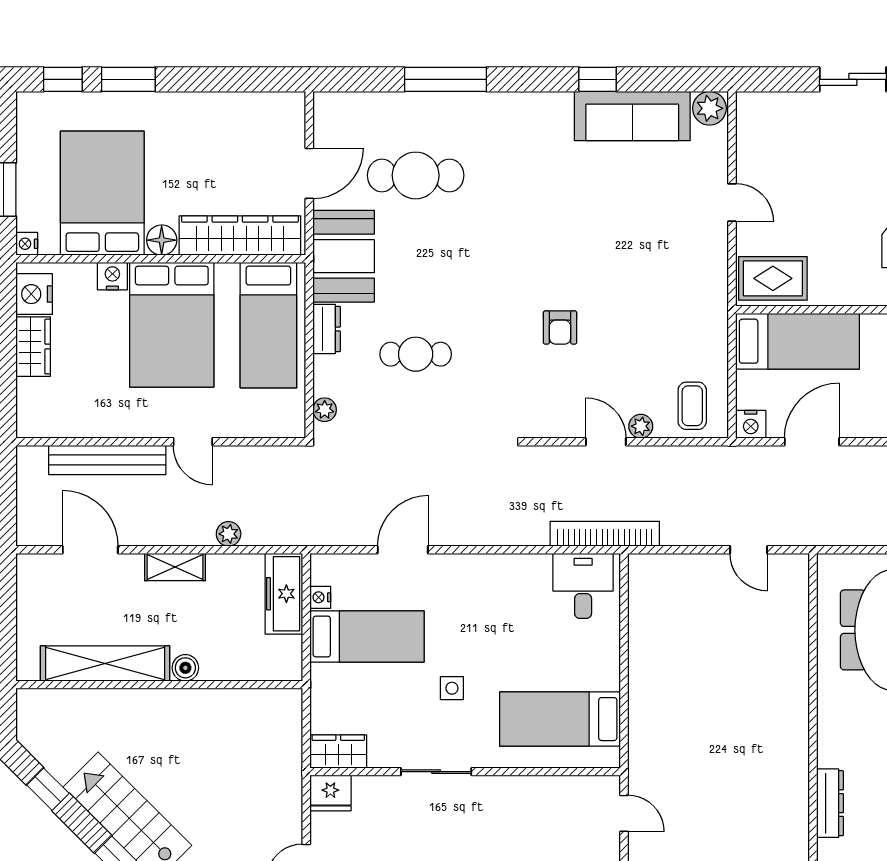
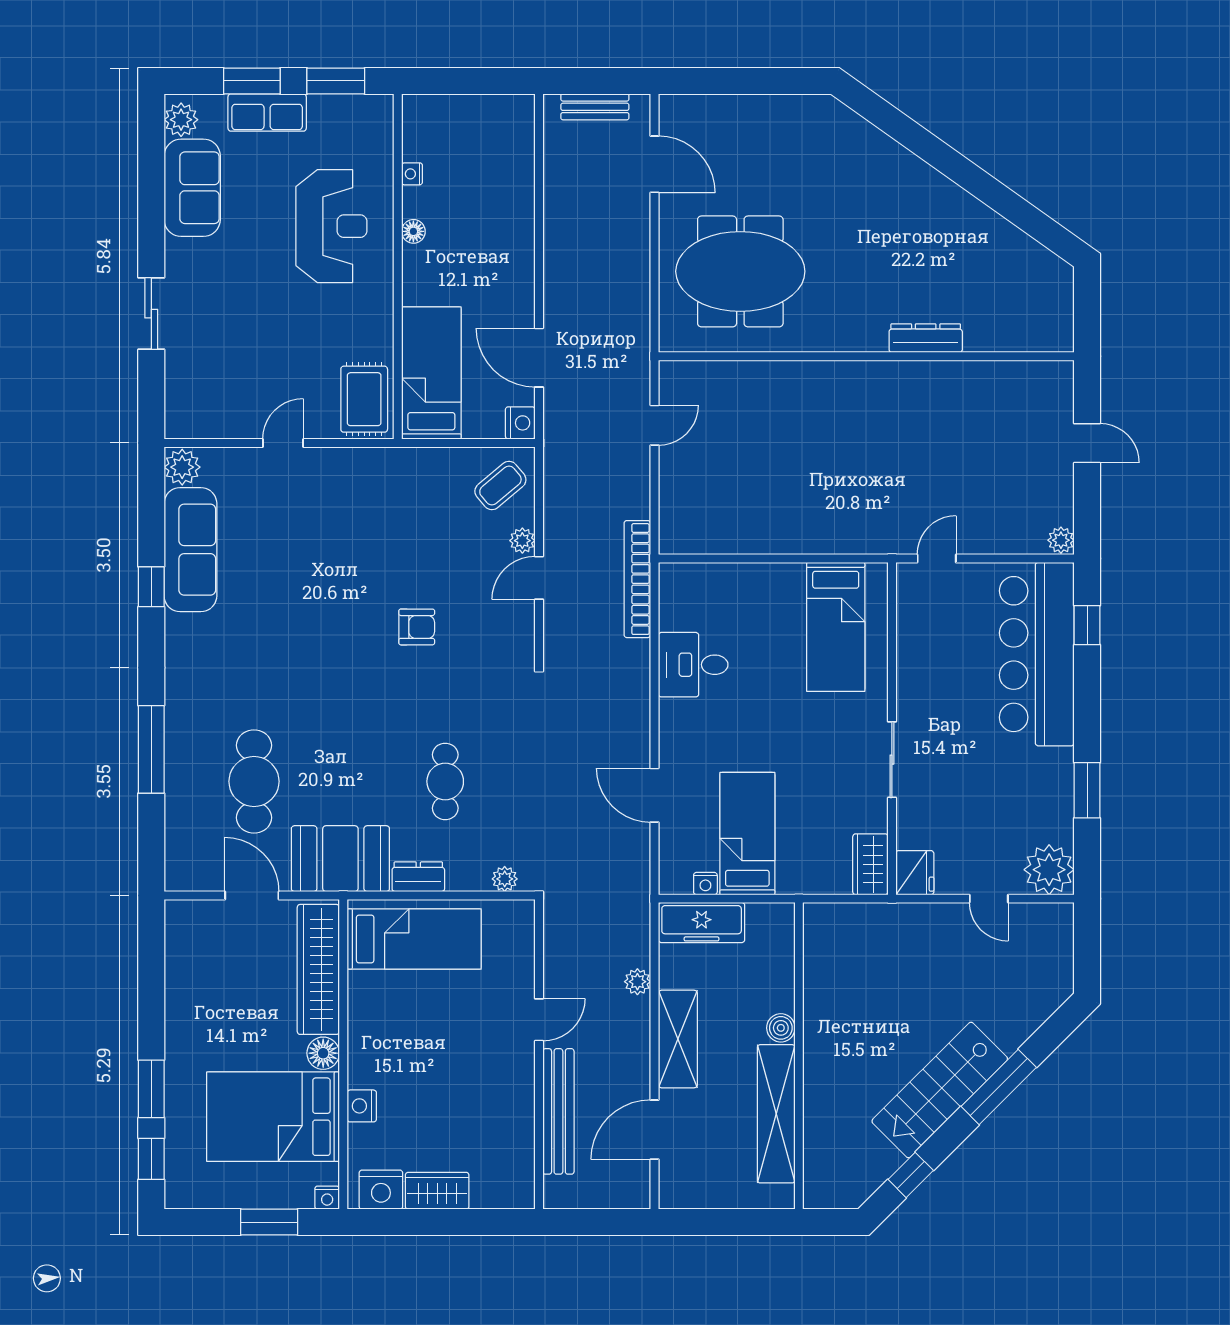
bed: (172, 325) -> (414, 1042), removed
coffee table: (692, 406) -> (500, 486), turned -40
shelving: (175, 567) -> (678, 1039), width x1.50, depth x1.33
desk: (583, 586) -> (693, 665), moved
side table: (452, 688) -> (803, 743), removed

